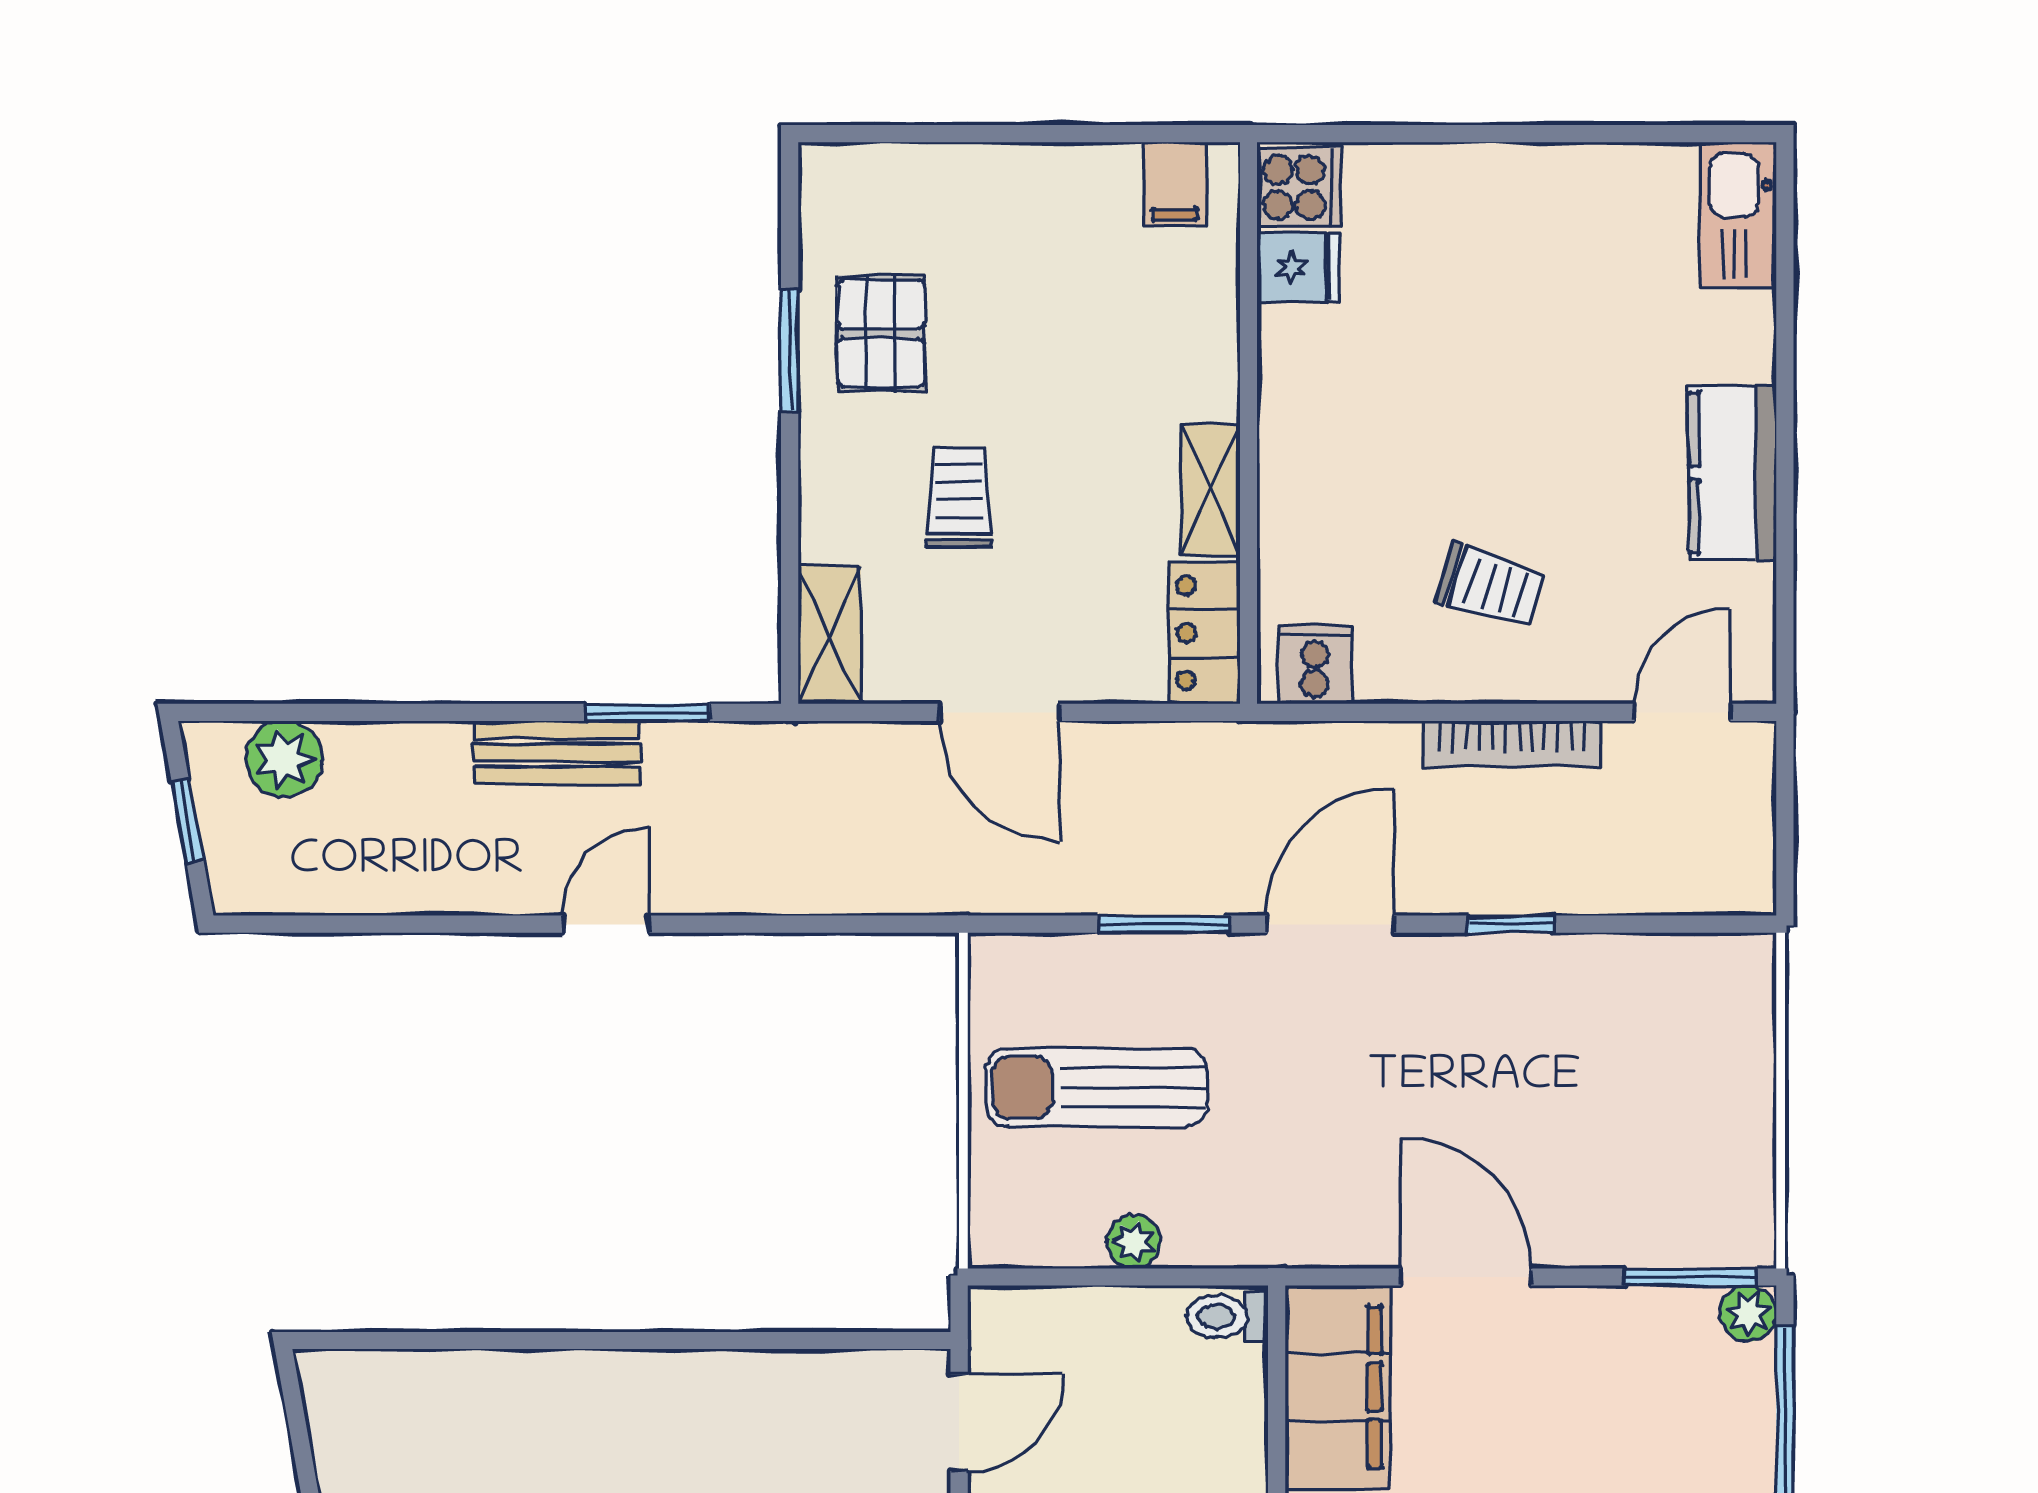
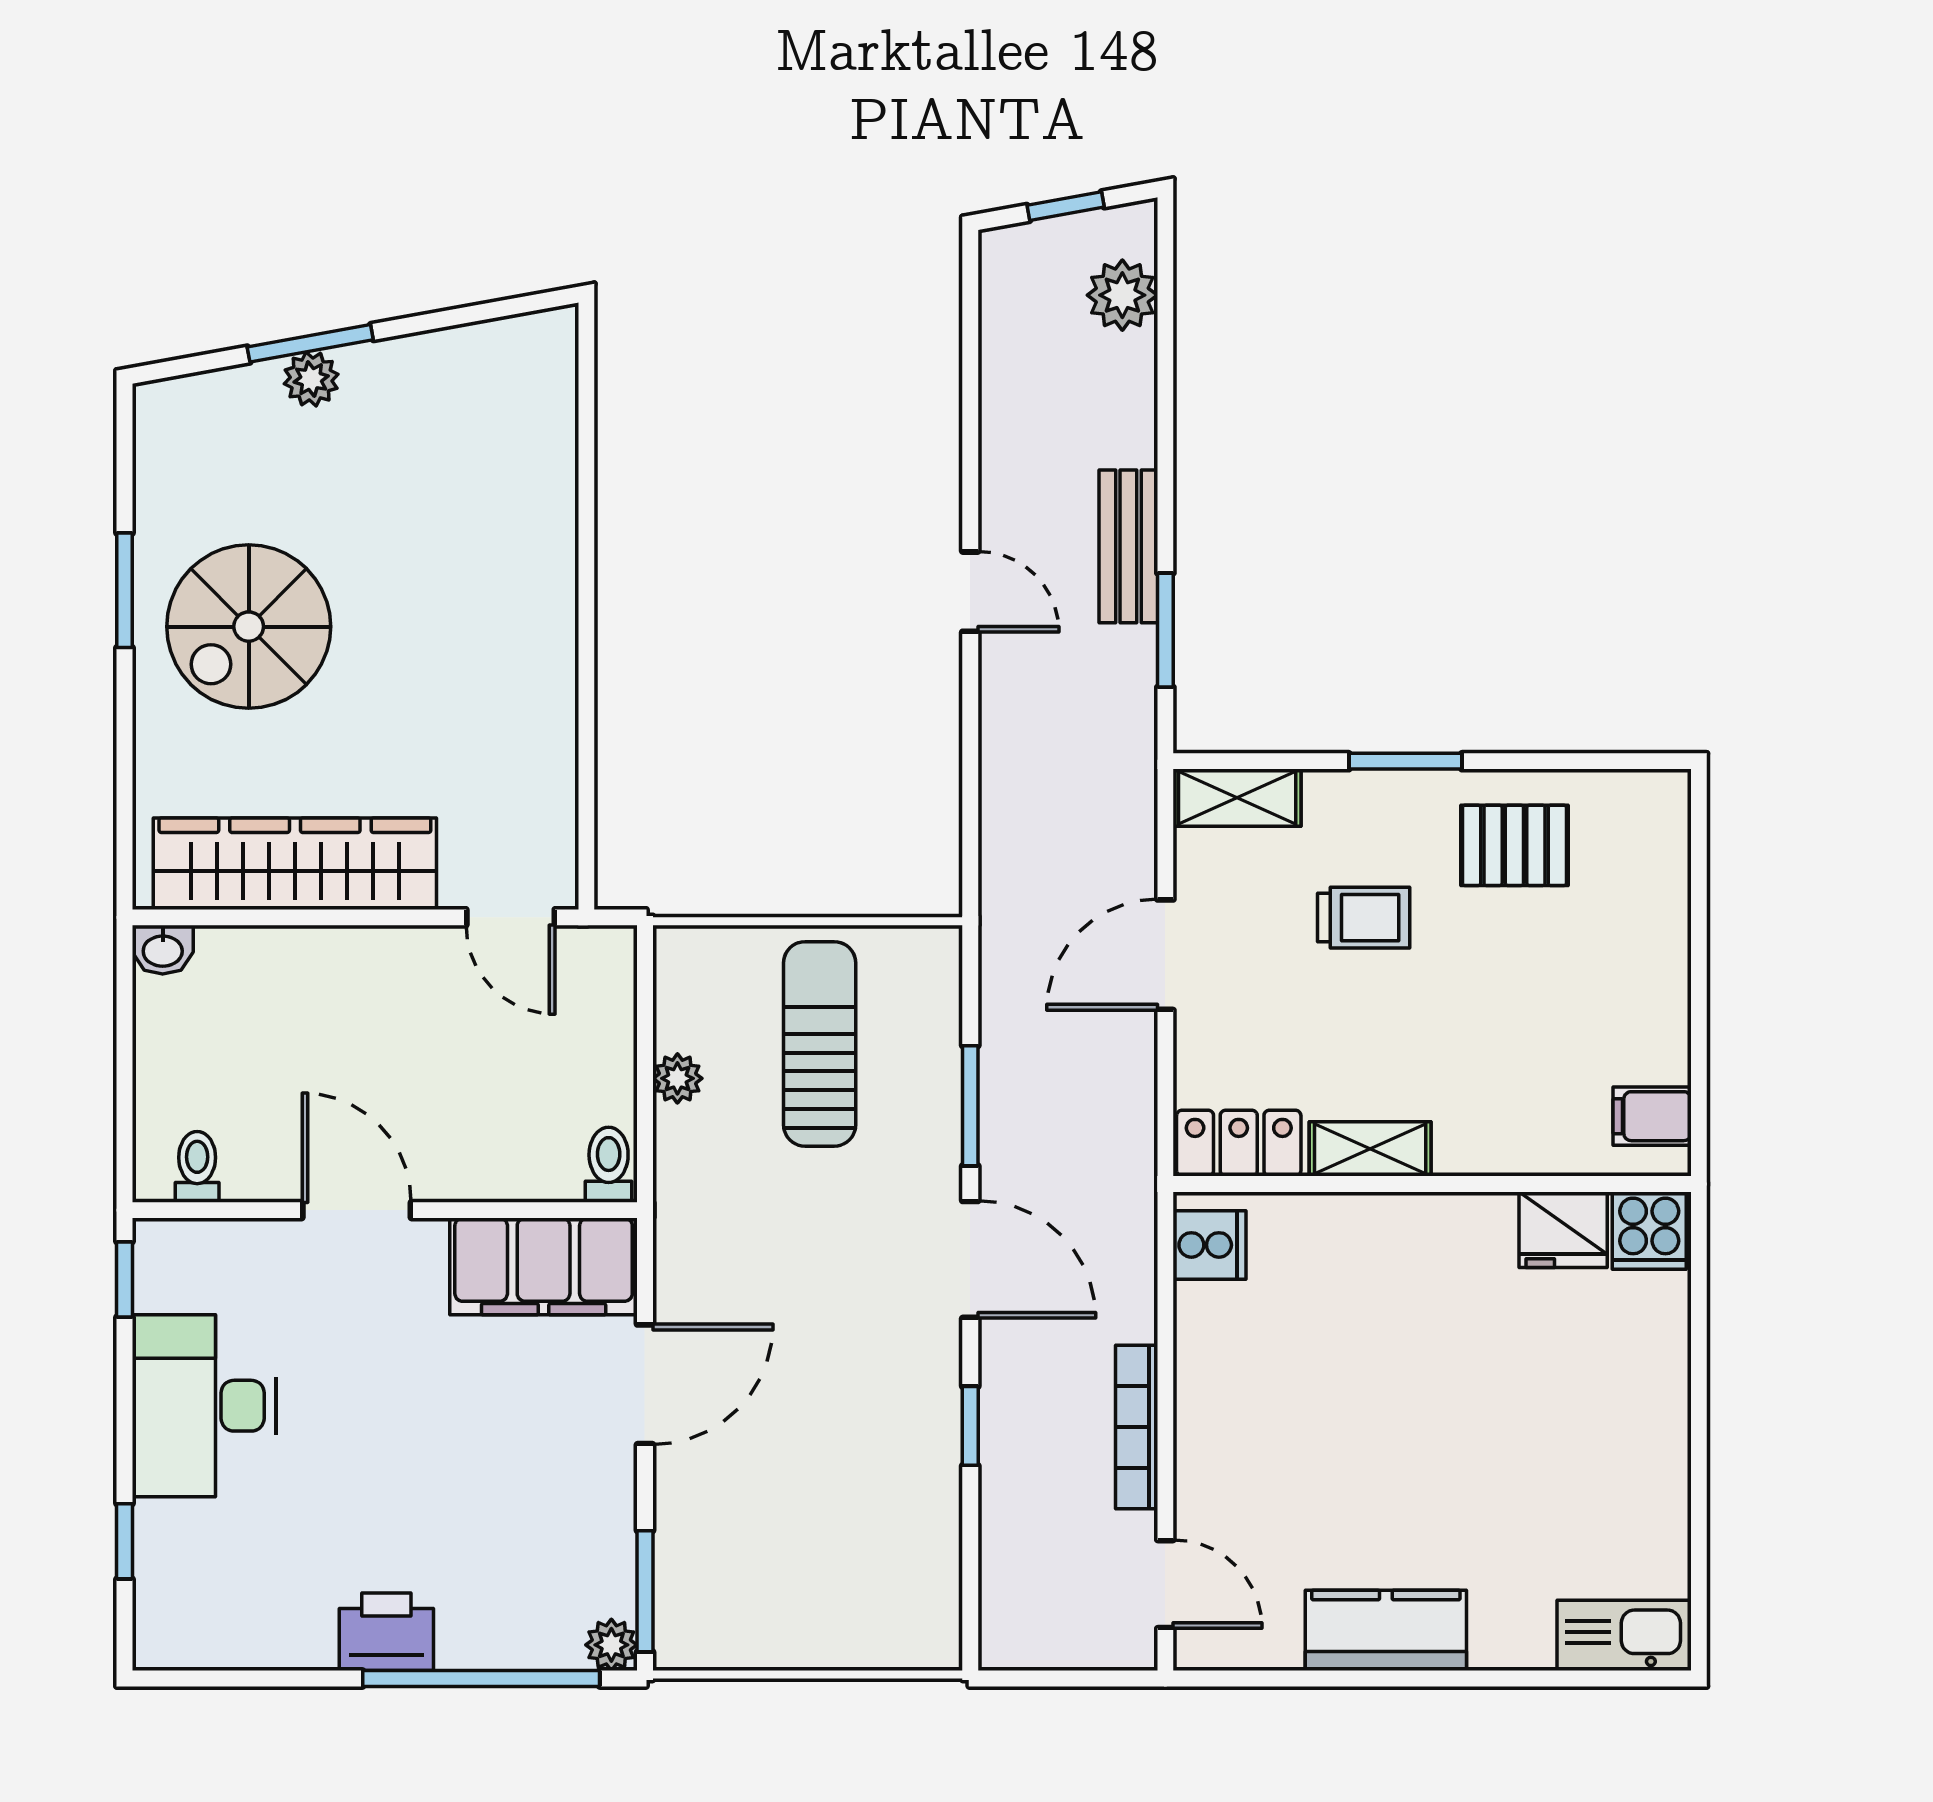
fridge: (1298, 268) -> (1563, 1230), width x1.38
window: (790, 351) -> (1405, 761), moved
trolley: (1490, 586) -> (1282, 1407), removed

